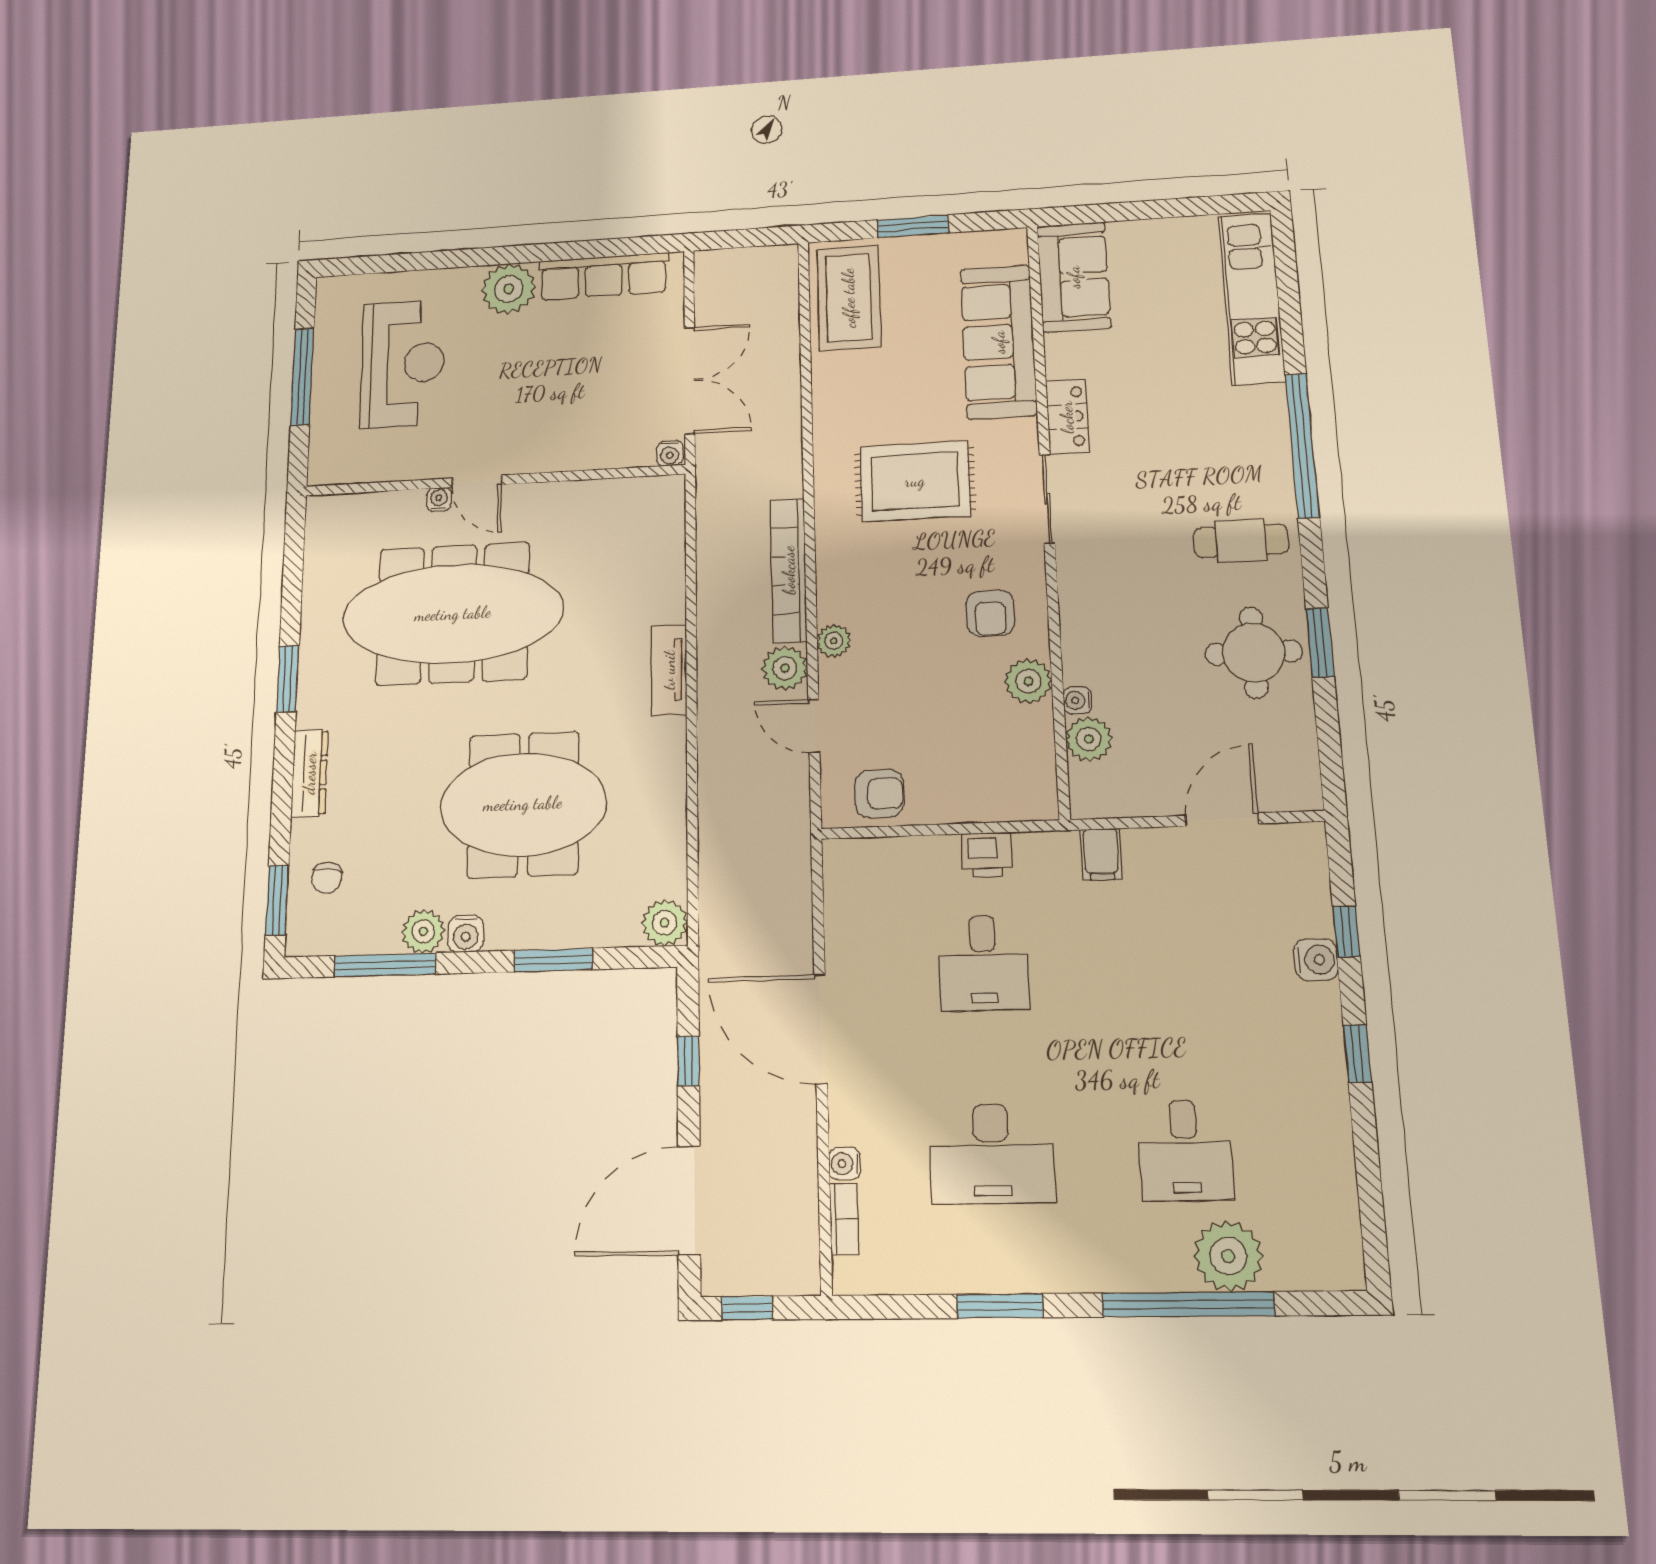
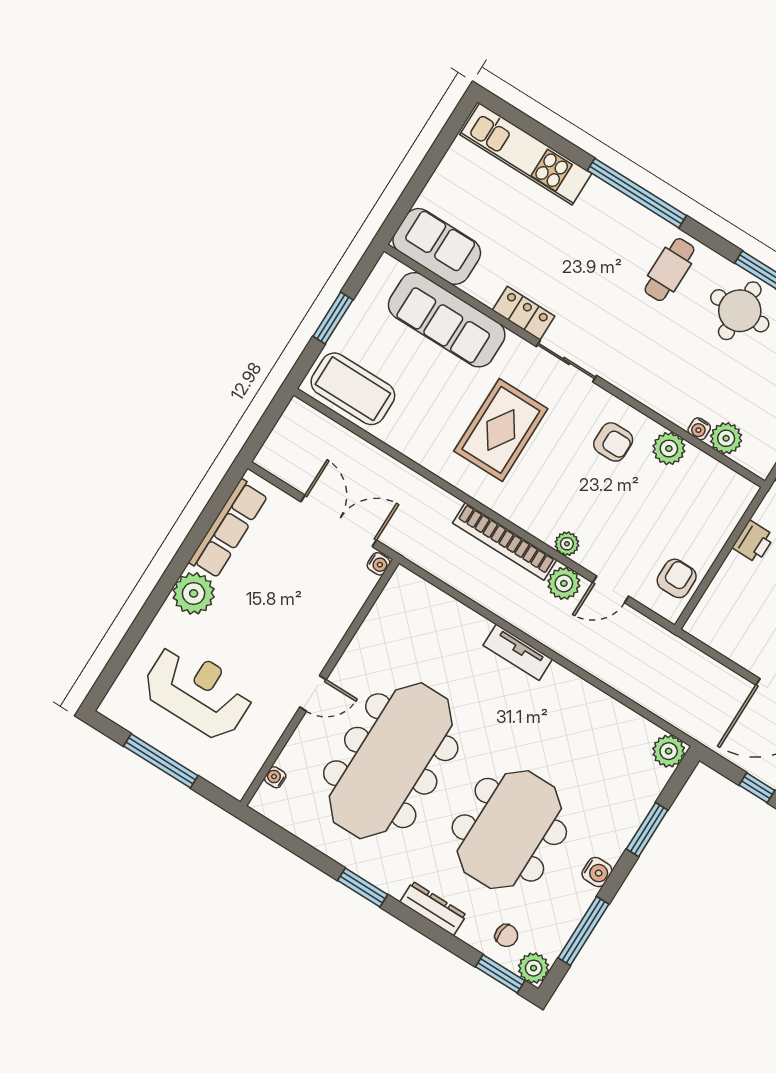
water cooler: (439, 499) -> (275, 777), moved
meeting table: (523, 804) -> (509, 830), moved
plant: (423, 931) -> (534, 968), moved

